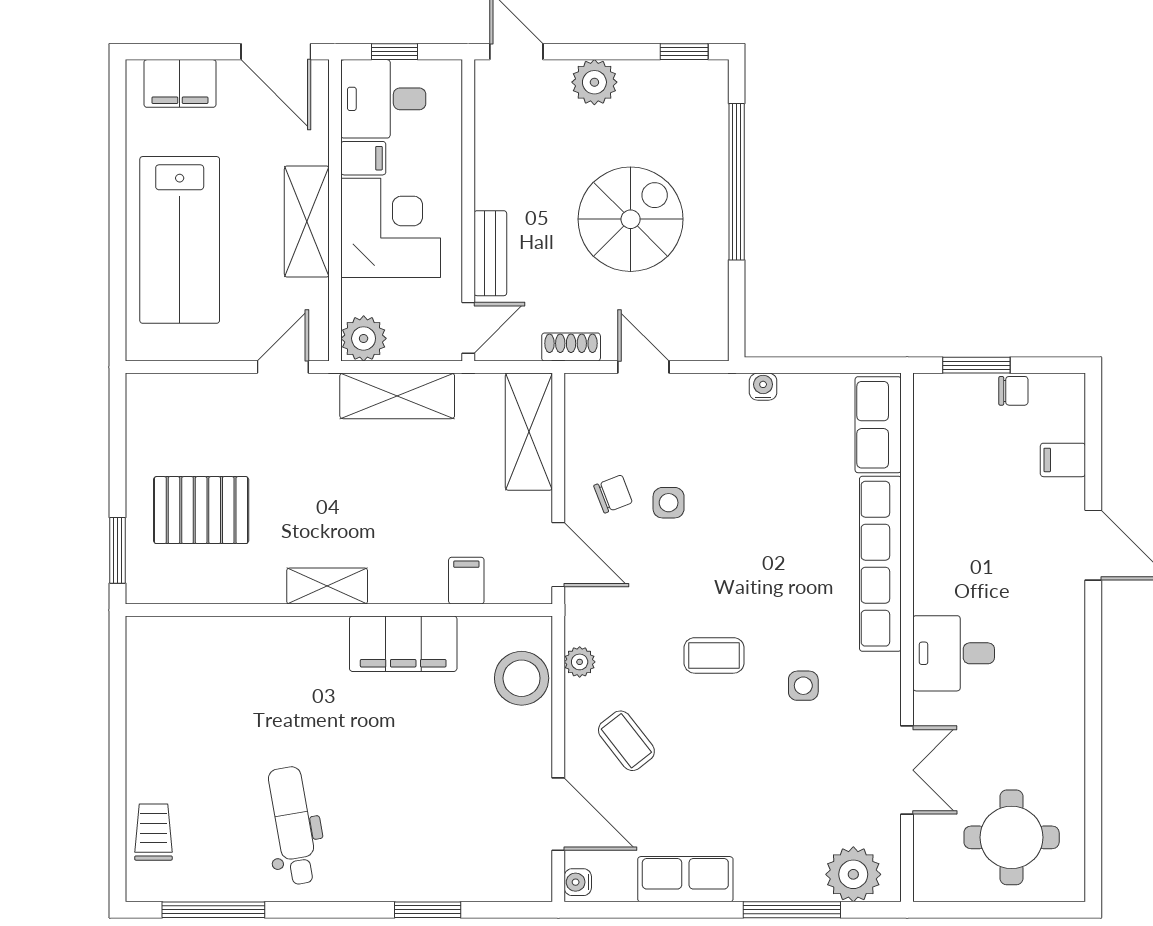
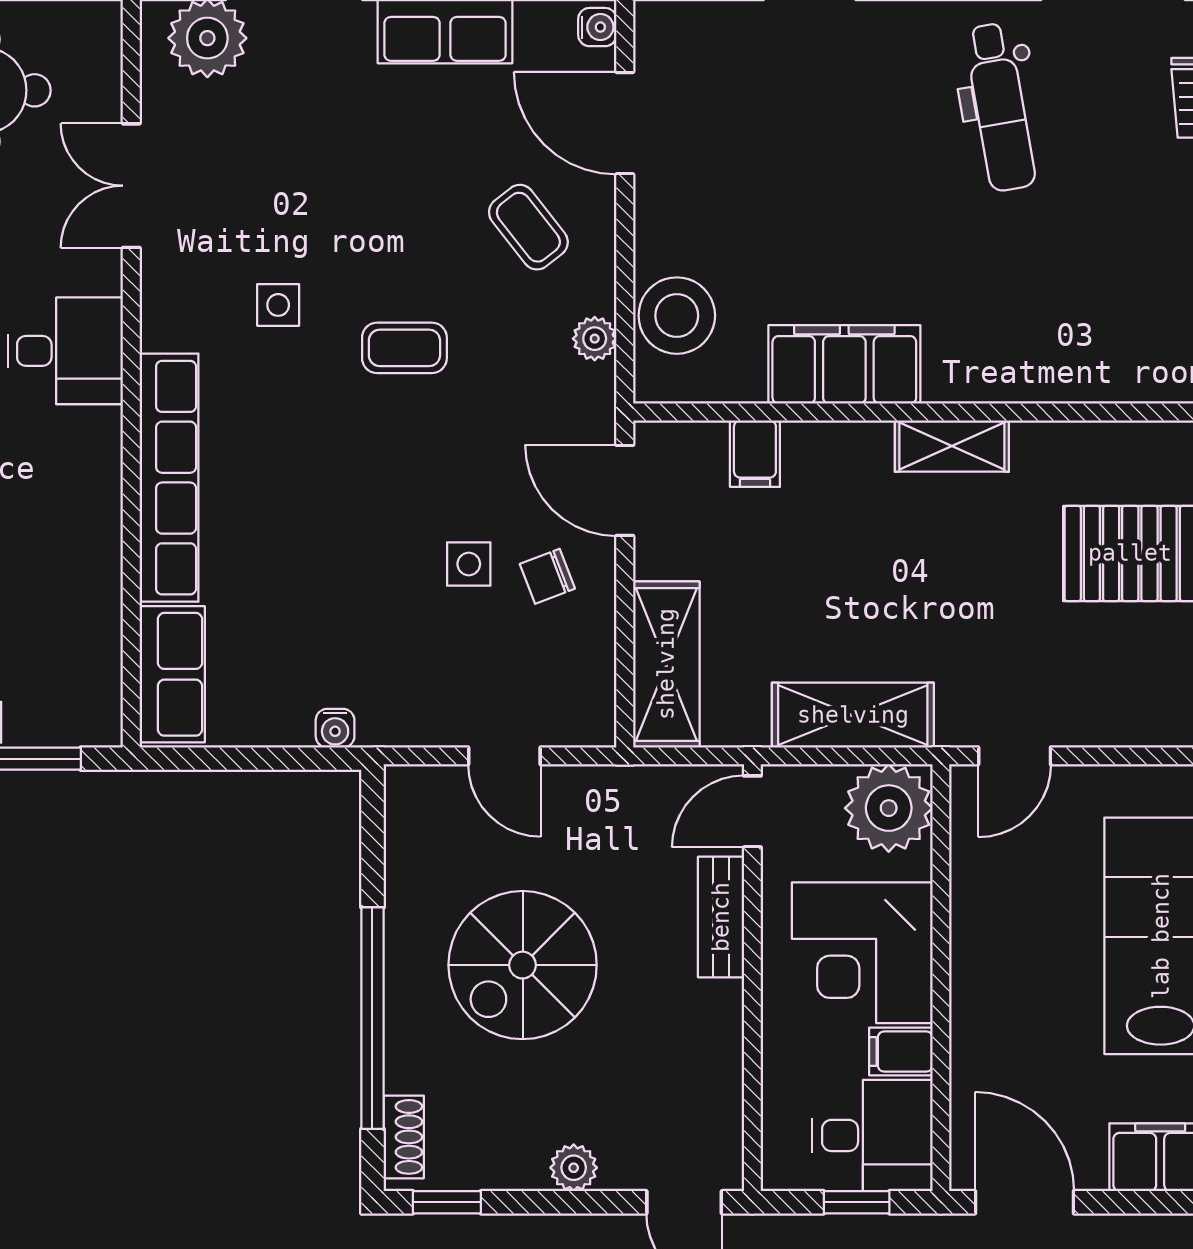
plant: (594, 82) -> (574, 1168), width x0.73, depth x0.73
shelving: (307, 222) -> (981, 962), removed
plant: (364, 338) -> (889, 808), width x1.36, depth x1.36
shoe rack: (571, 347) -> (404, 1137), moved, turned -90

